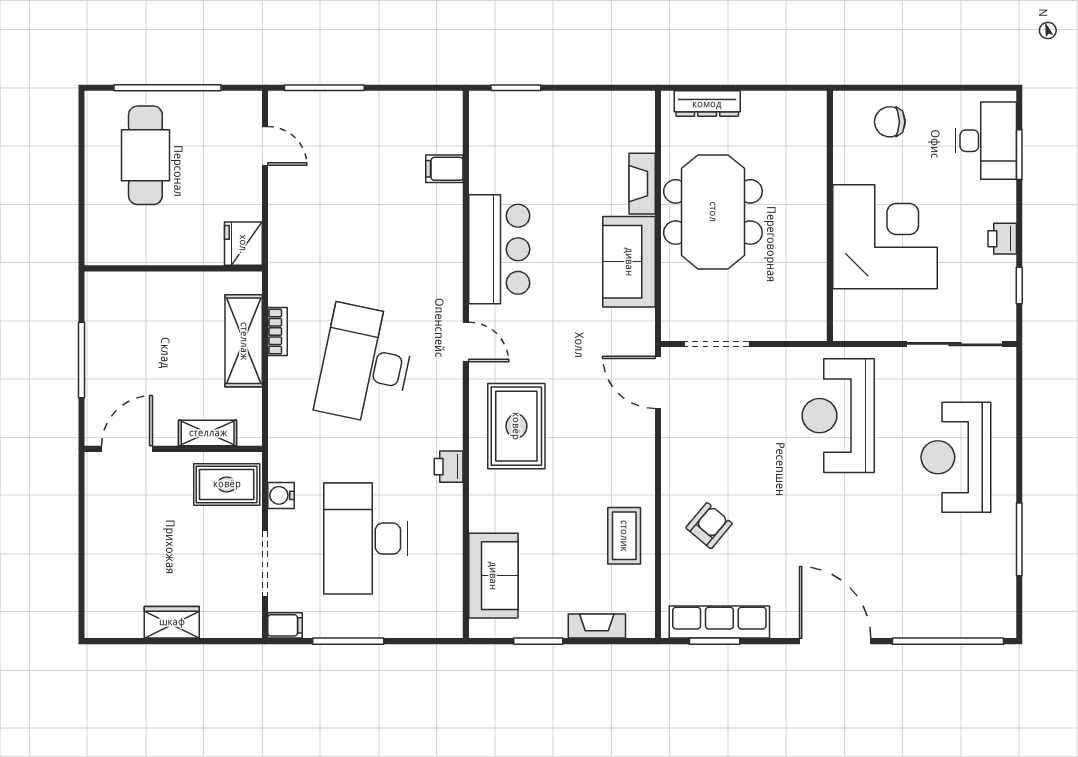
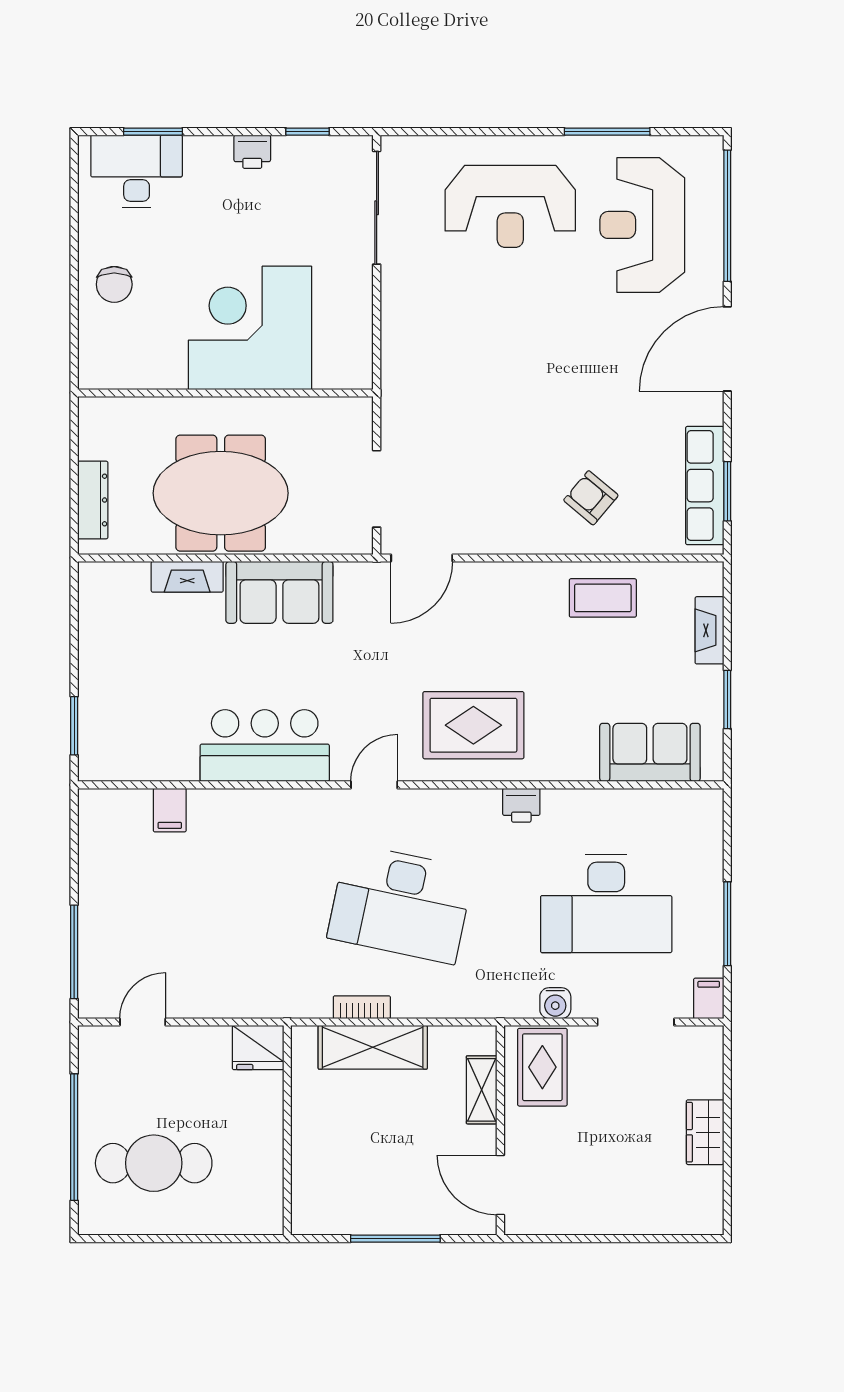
wall: (830, 216) -> (225, 393), moved
corner desk: (885, 237) -> (250, 328), moved
reception desk: (838, 416) -> (642, 225), moved, turned 90

